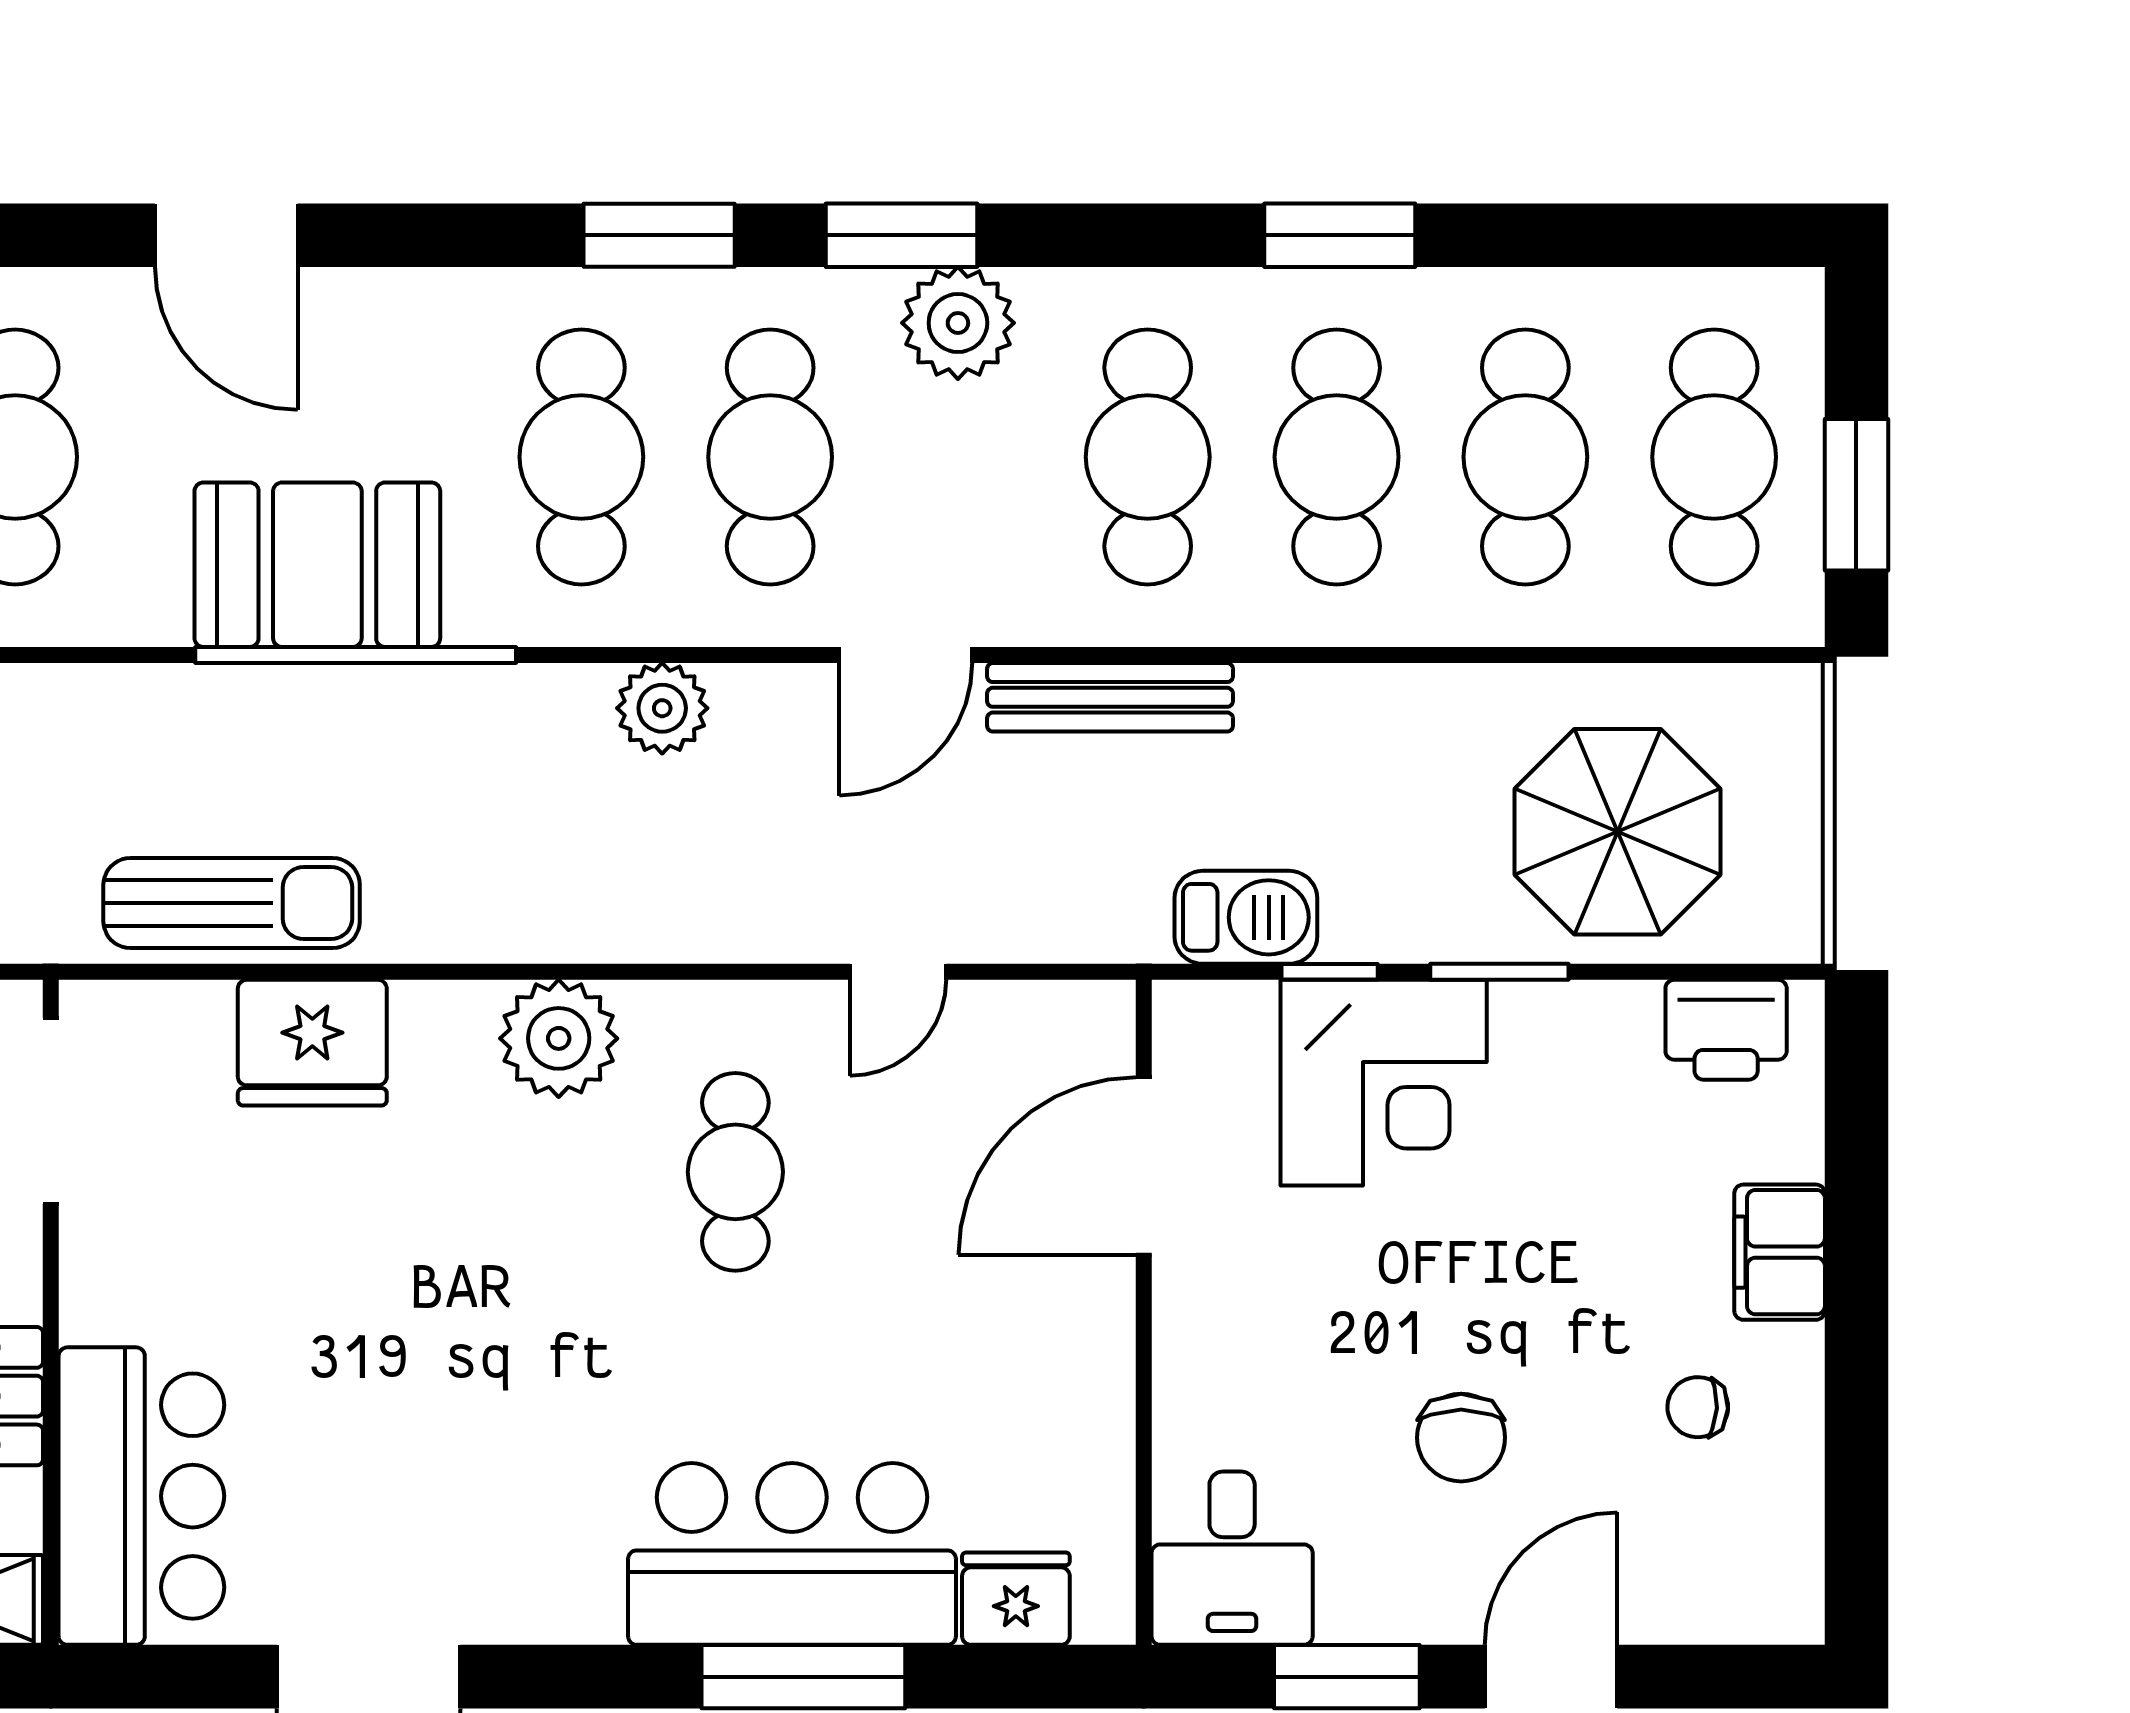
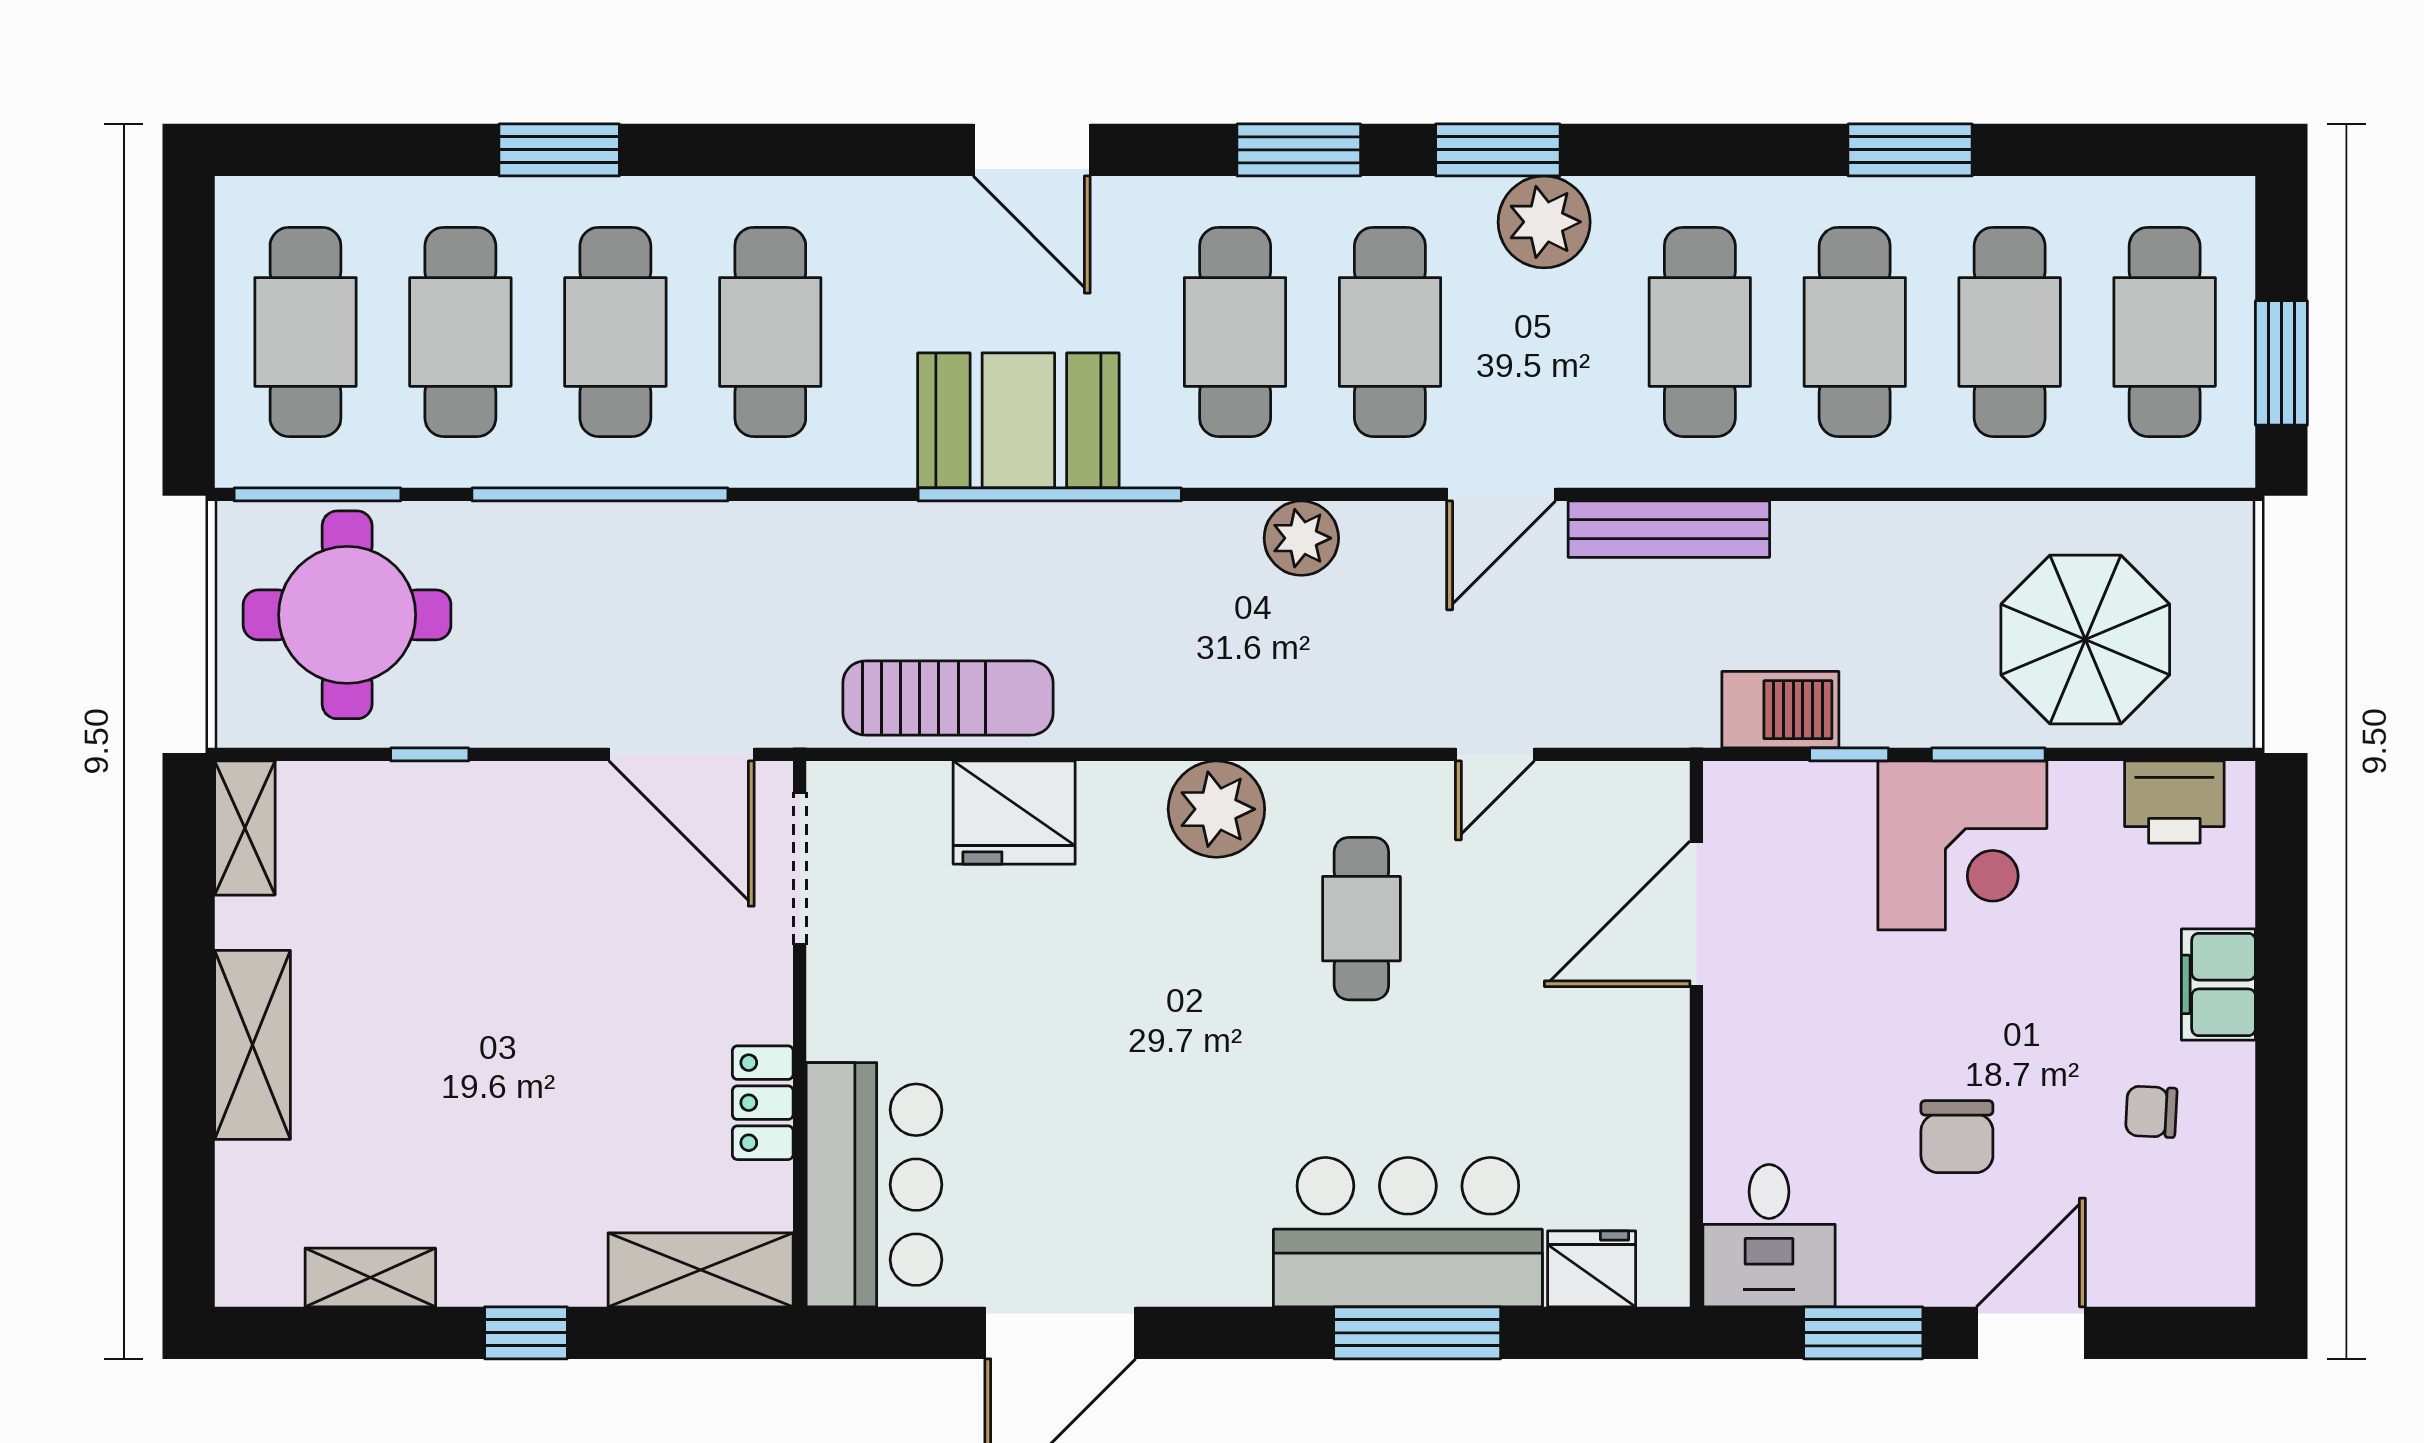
door: (226, 235) -> (1032, 150), moved
window: (1340, 235) -> (1910, 150), moved
corner desk: (1384, 1083) -> (1962, 845), moved

